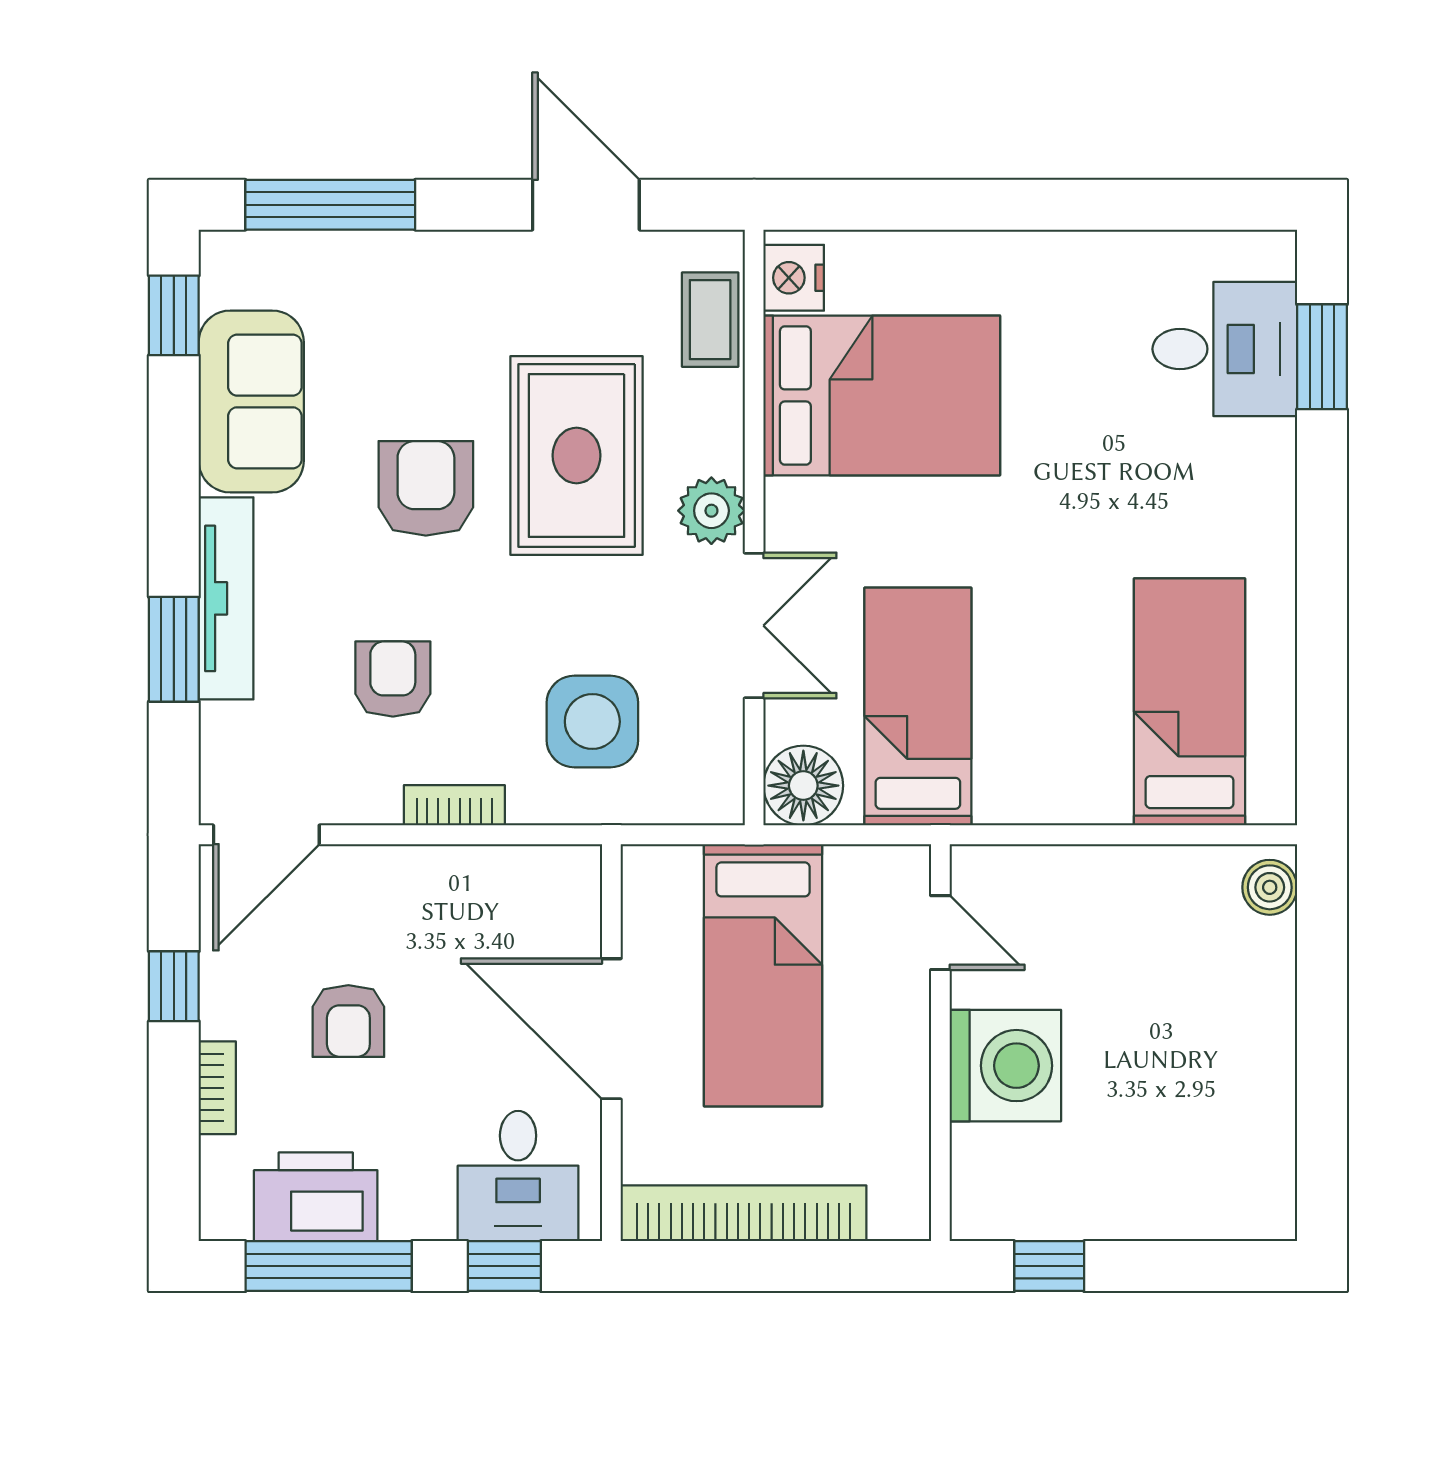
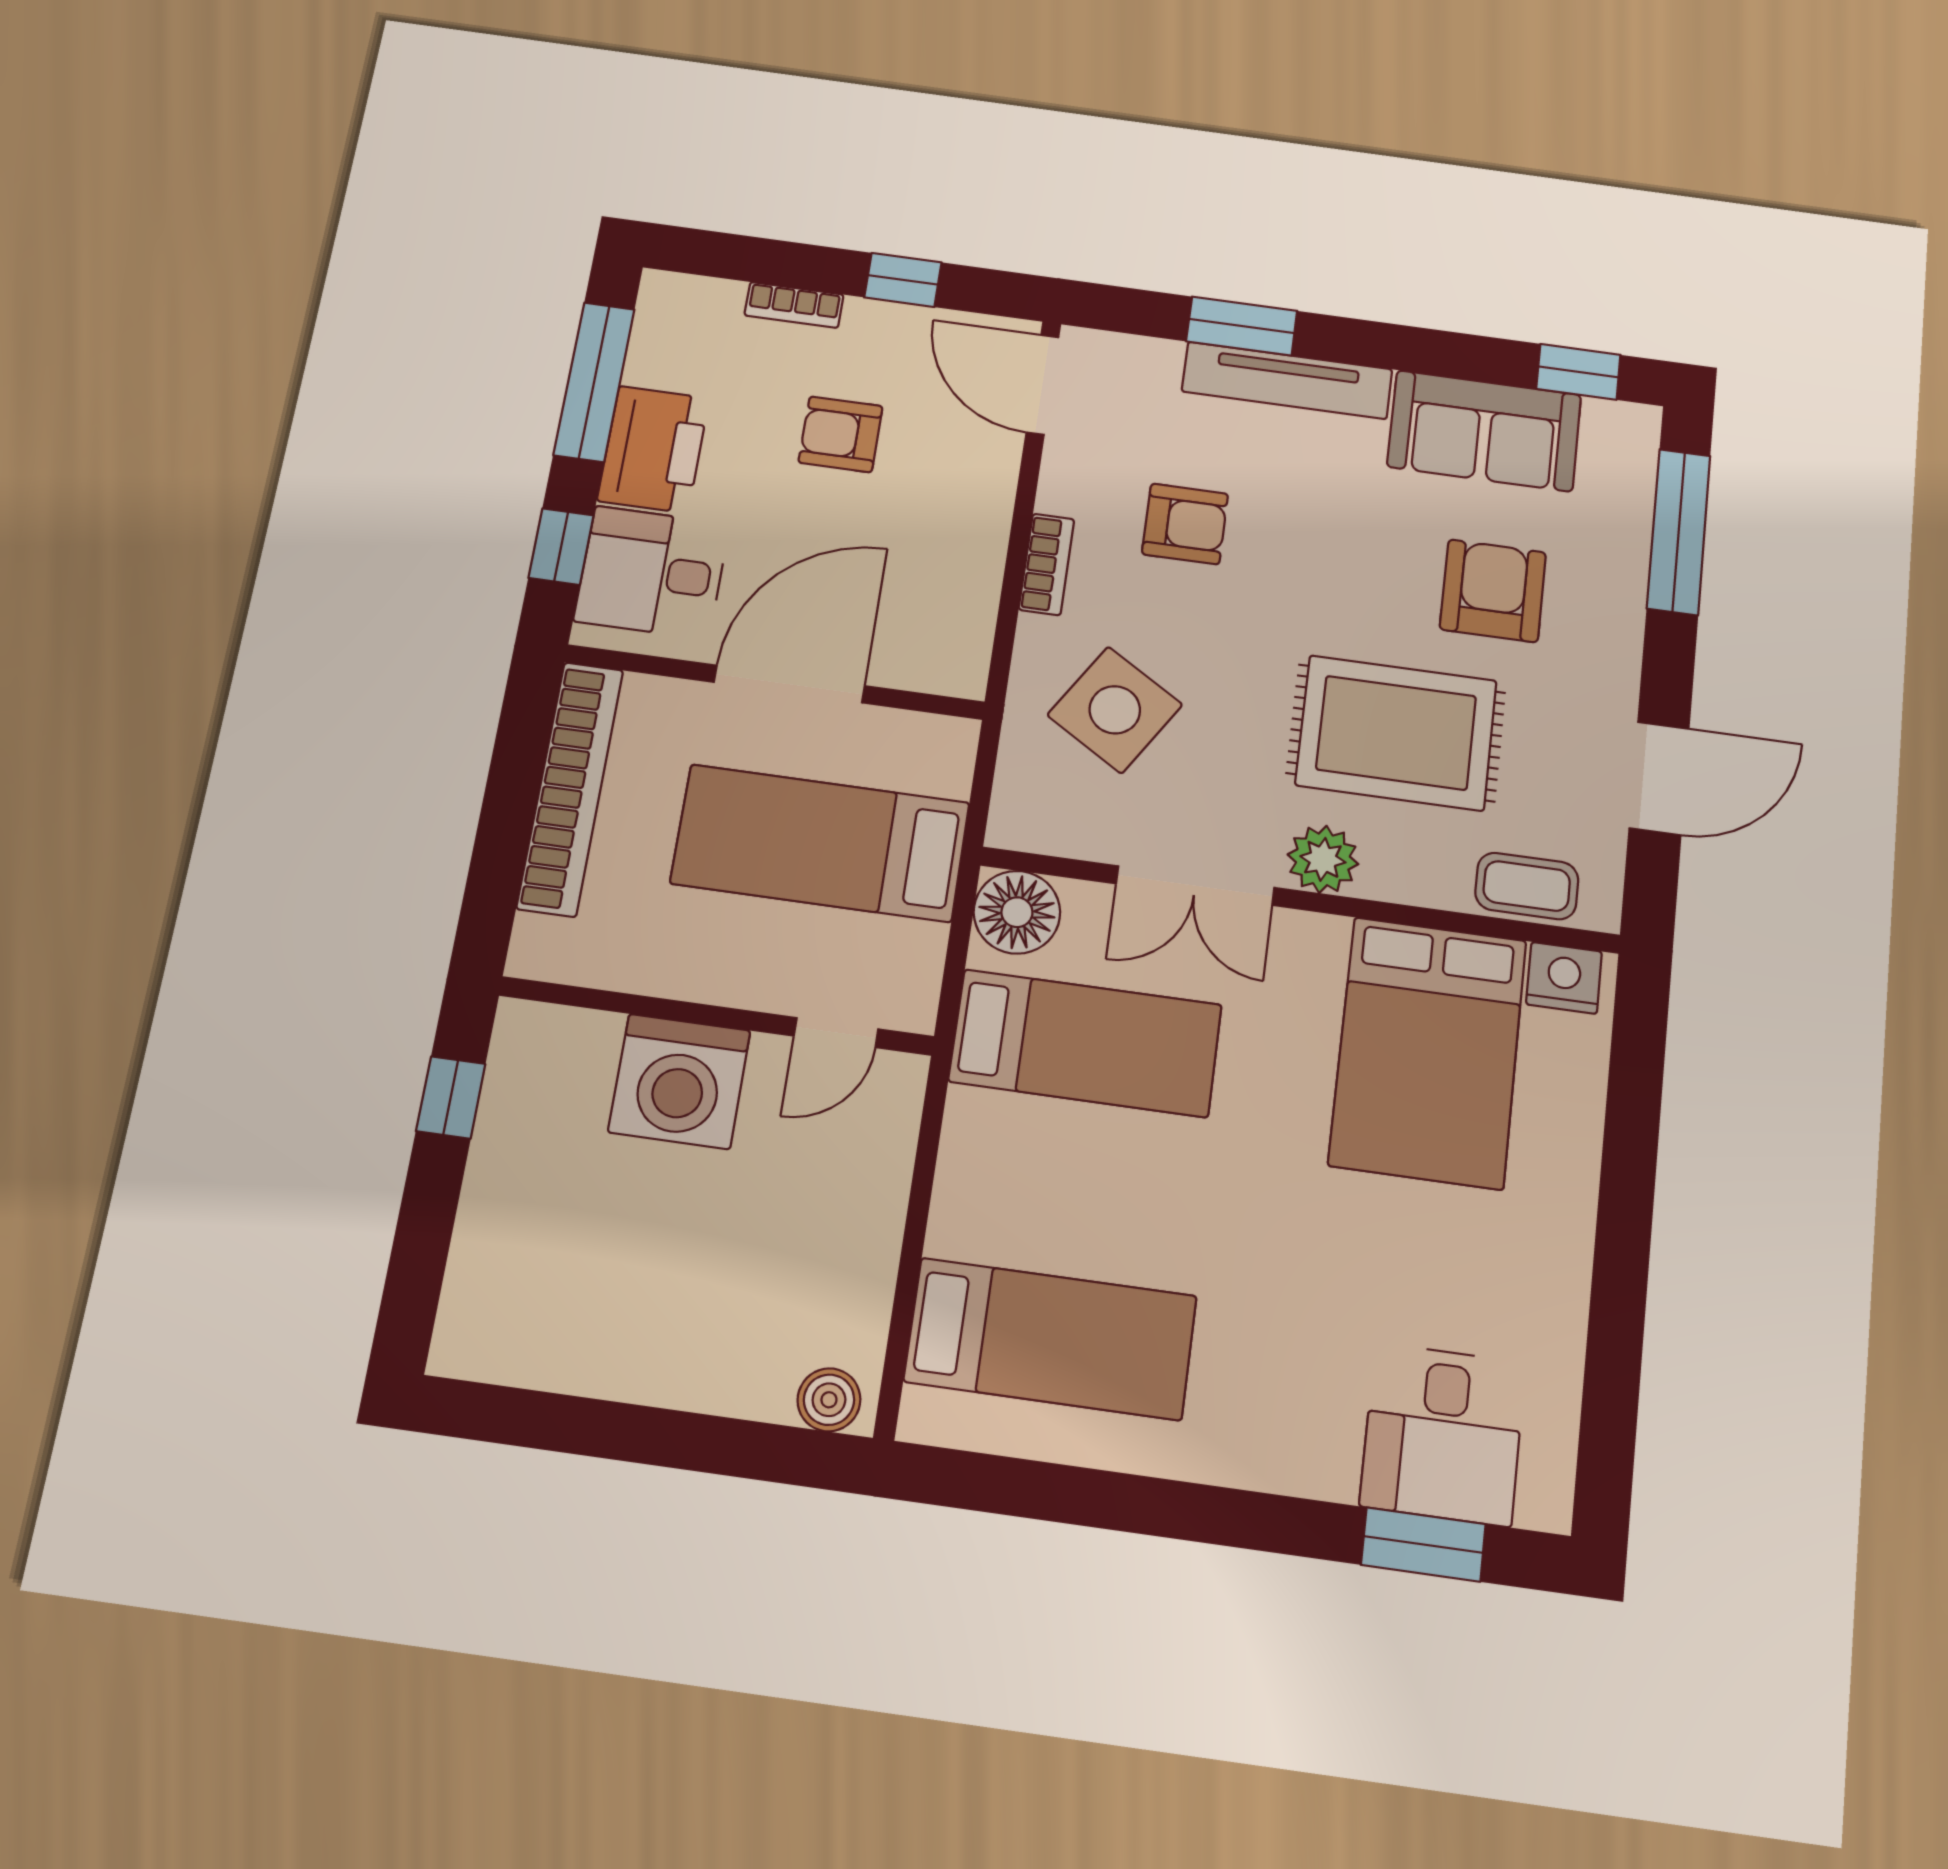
armchair: (426, 488) -> (1493, 591), moved, turned -90
side table: (592, 722) -> (1115, 710), turned 32
printer: (316, 1197) -> (653, 449), moved

